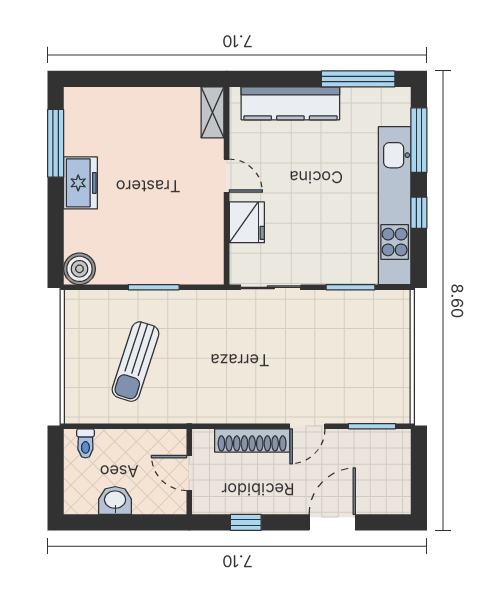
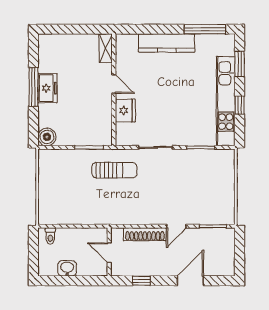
shelving: (212, 112) -> (106, 48), moved
window: (419, 140) -> (240, 64), width x0.69
window: (56, 143) -> (33, 87), moved
door: (227, 176) -> (114, 84), moved
wall: (227, 186) -> (114, 90), moved
fridge: (247, 222) -> (125, 111), moved
sun lounger: (135, 362) -> (114, 170), moved, turned -108

